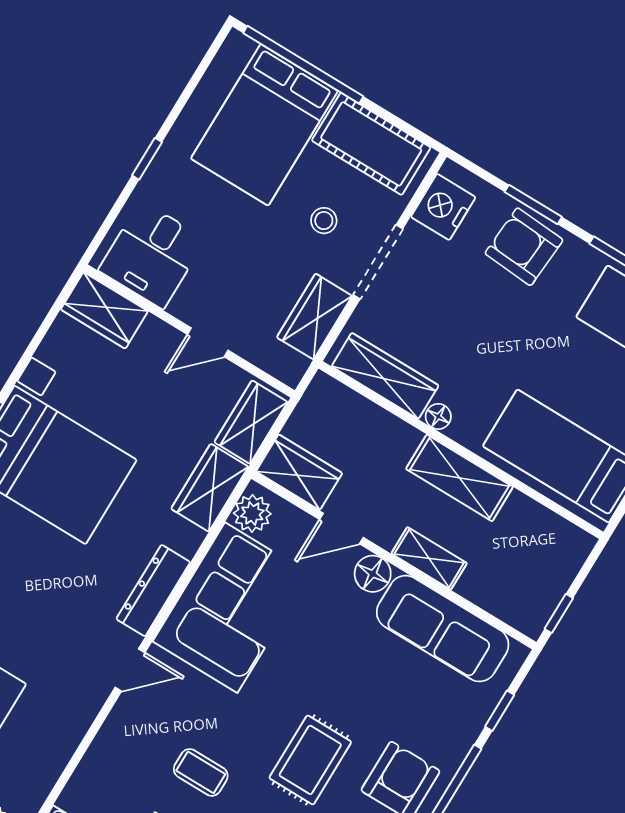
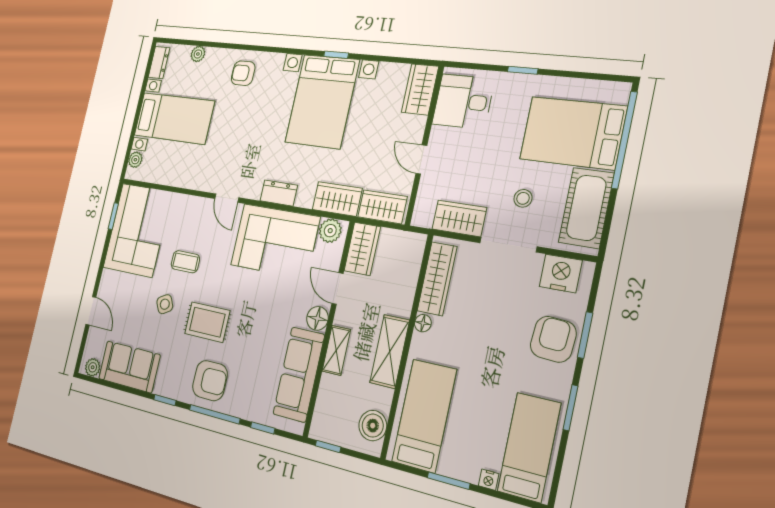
boiler: (552, 536) -> (373, 426), added
dresser: (153, 591) -> (279, 193), width x0.70
coffee table: (201, 772) -> (185, 262), turned 90

